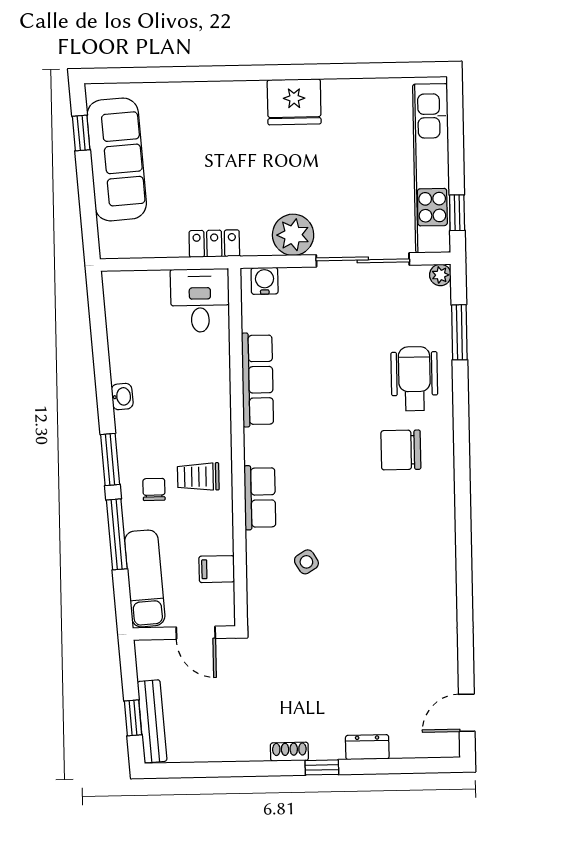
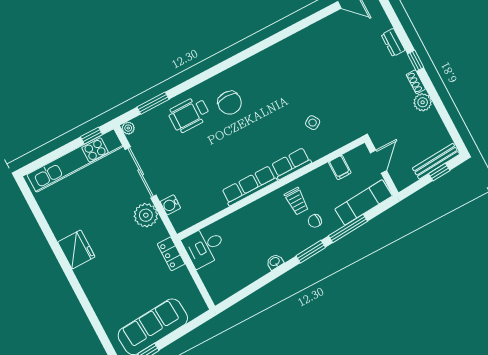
water cooler: (265, 281) -> (170, 205), moved
row of seats: (258, 380) -> (249, 186), moved
plant: (253, 746) -> (423, 102), added

